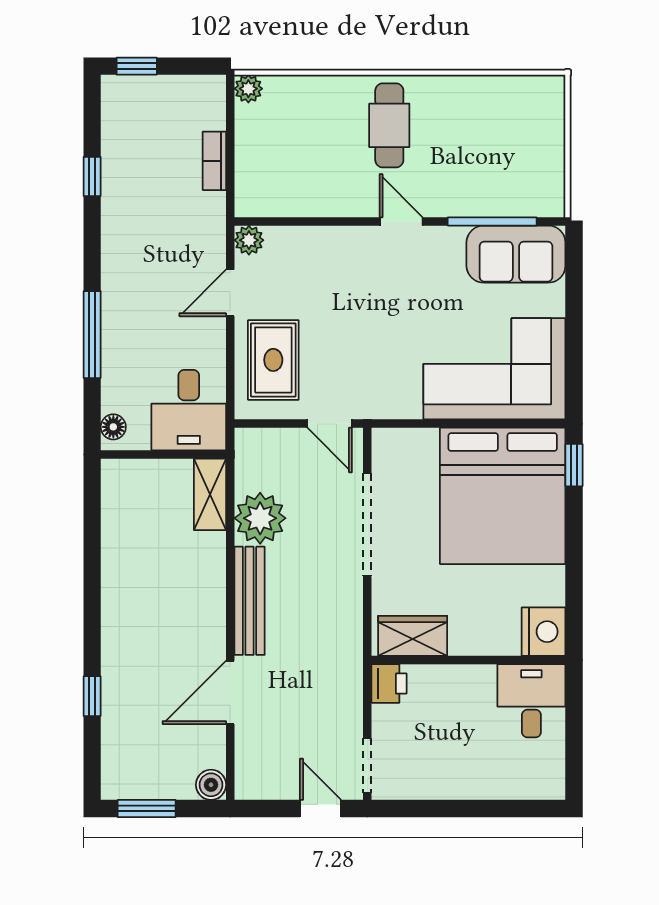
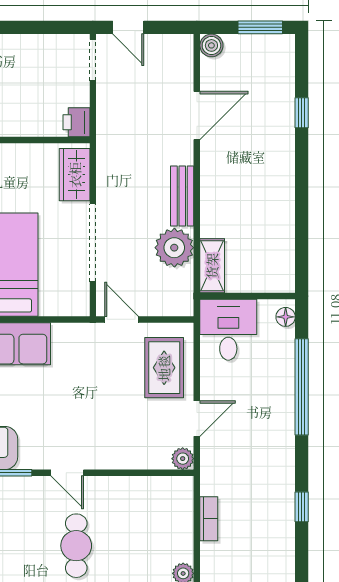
window: (92, 335) -> (302, 387), width x1.46
bench: (249, 601) -> (182, 196), width x0.73
wardrobe: (413, 636) -> (75, 175), moved, turned 90

